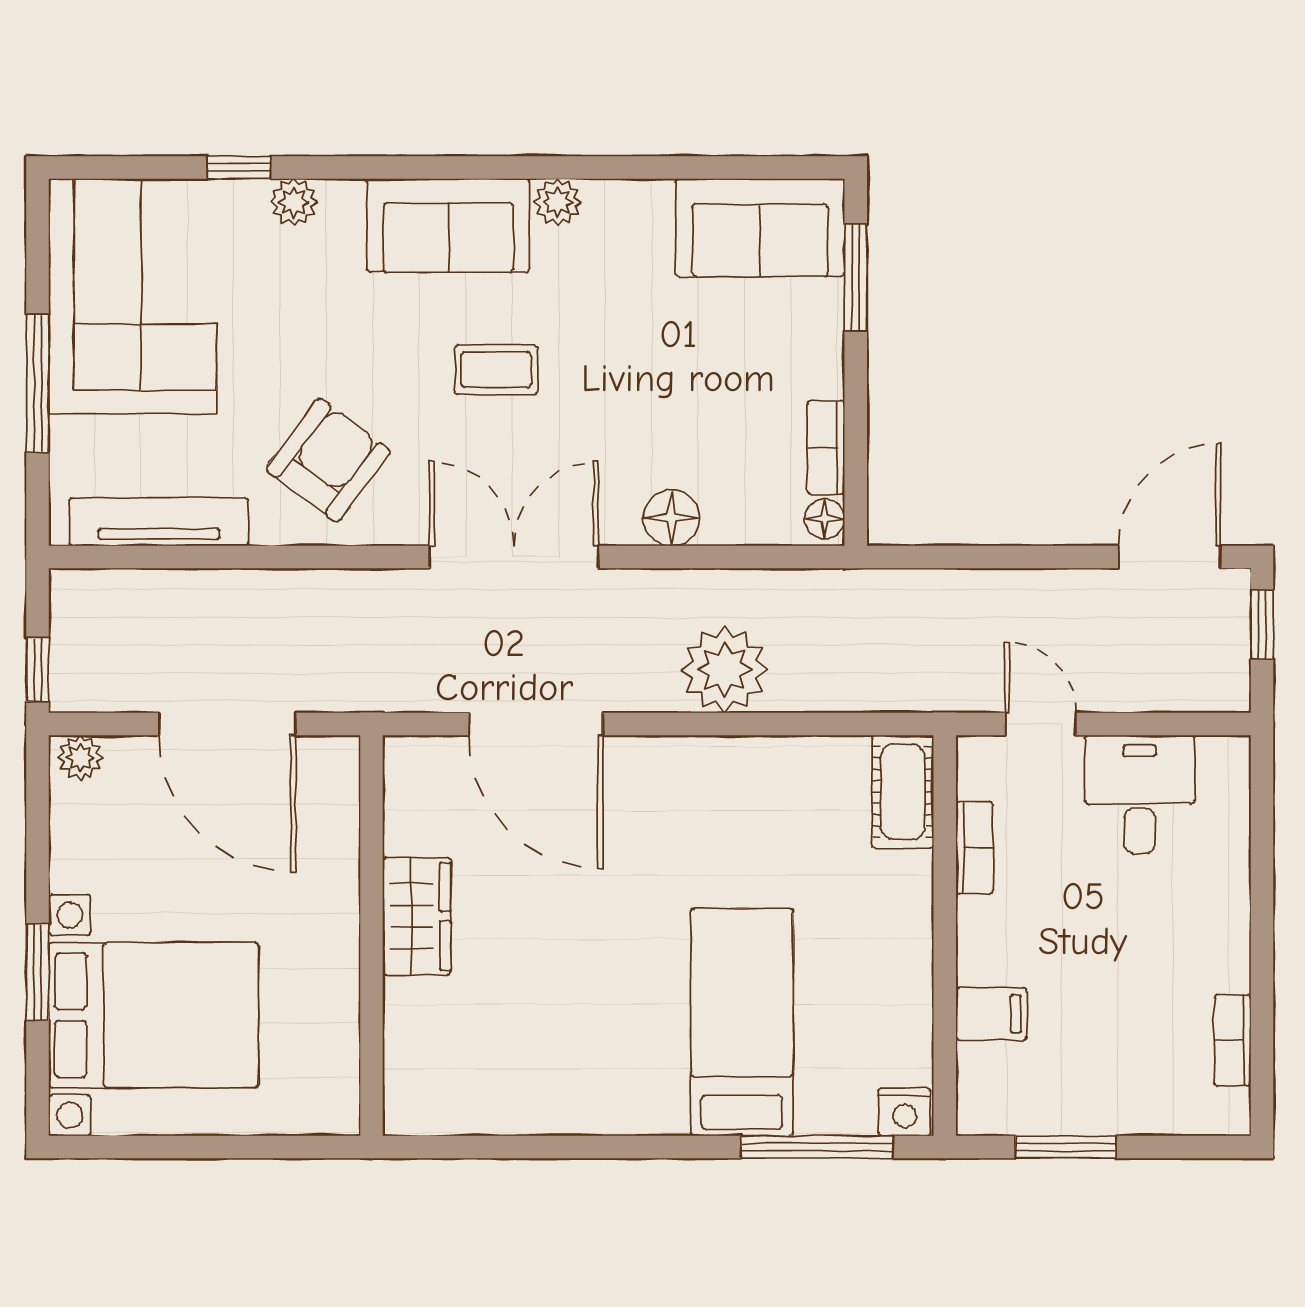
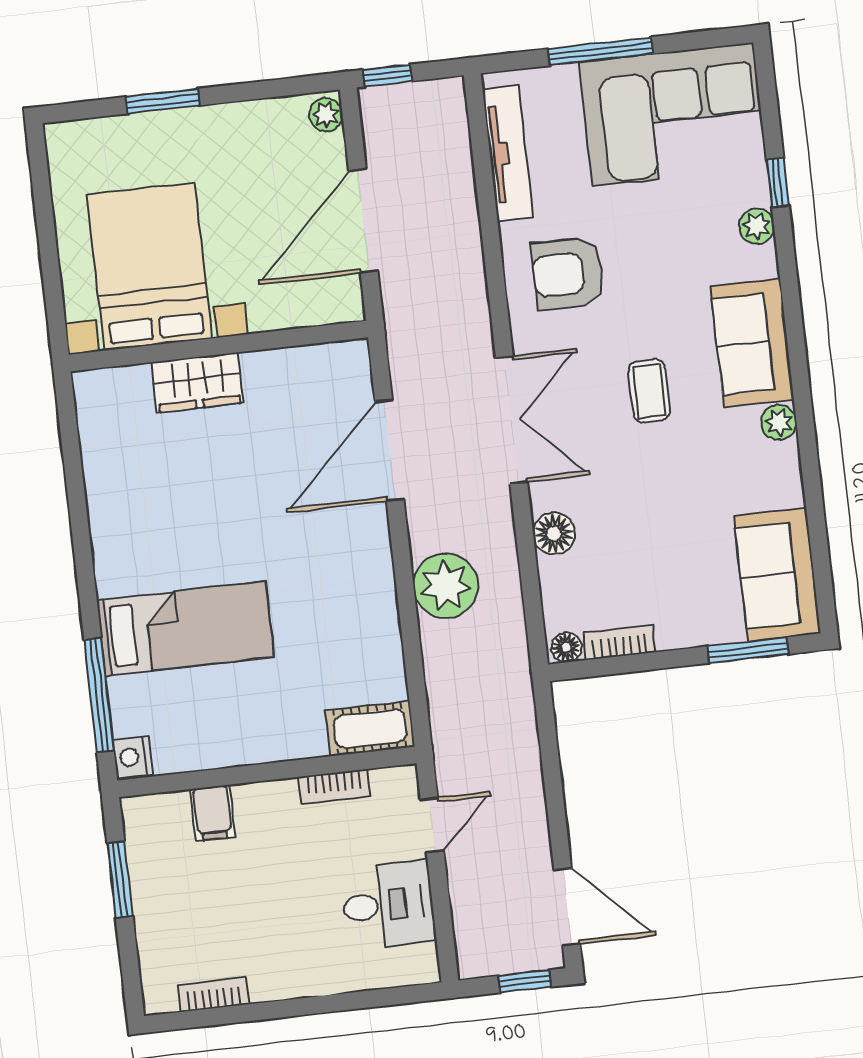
armchair: (328, 460) -> (568, 274), turned 143
wardrobe: (417, 916) -> (197, 383), moved
bed with nightstands: (154, 1015) -> (149, 267), moved, turned 180

